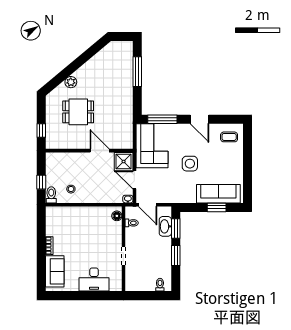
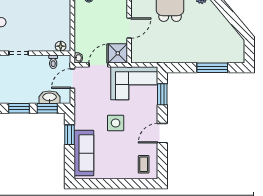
window: (162, 119) -> (162, 94), width x0.69
window: (217, 207) -> (69, 135), moved

